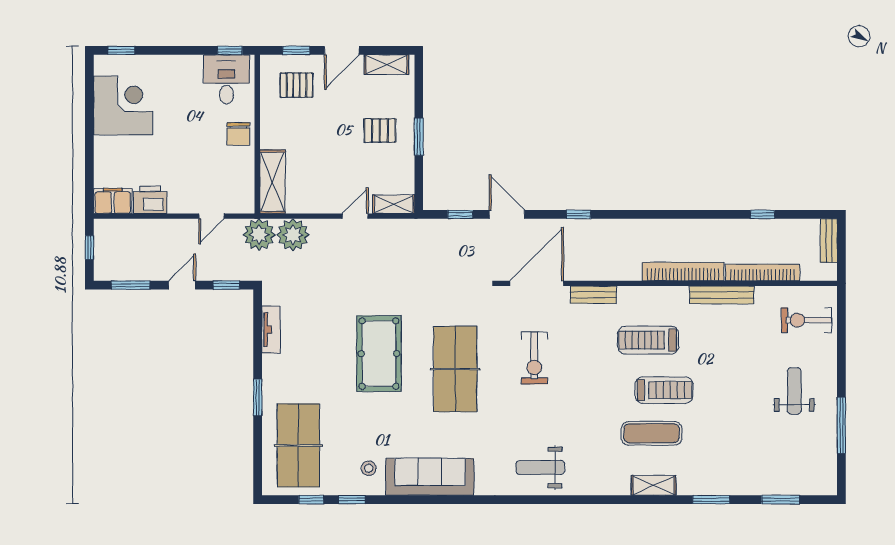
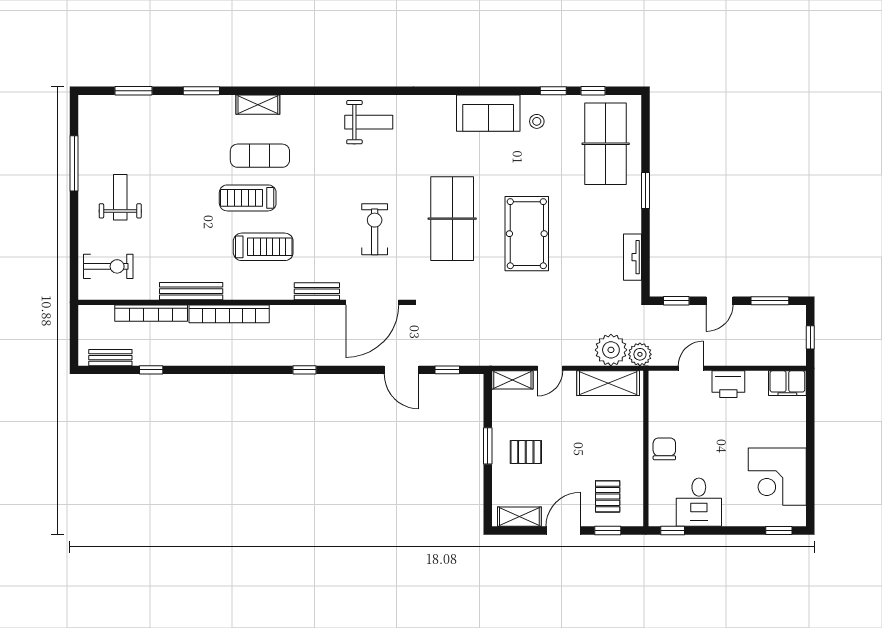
desk: (226, 79) -> (699, 502), moved
pallet: (296, 85) -> (608, 496), turned 90
shelving: (273, 182) -> (608, 383), moved, turned 90
printer: (150, 200) -> (728, 384), moved
window: (579, 214) -> (305, 370), moved
plant: (259, 235) -> (640, 354), width x0.73, depth x0.73
bench: (829, 241) -> (110, 358), moved, turned 90
weight bench: (794, 391) -> (120, 197), turned 180
sofa: (430, 477) -> (488, 113), width x0.73

